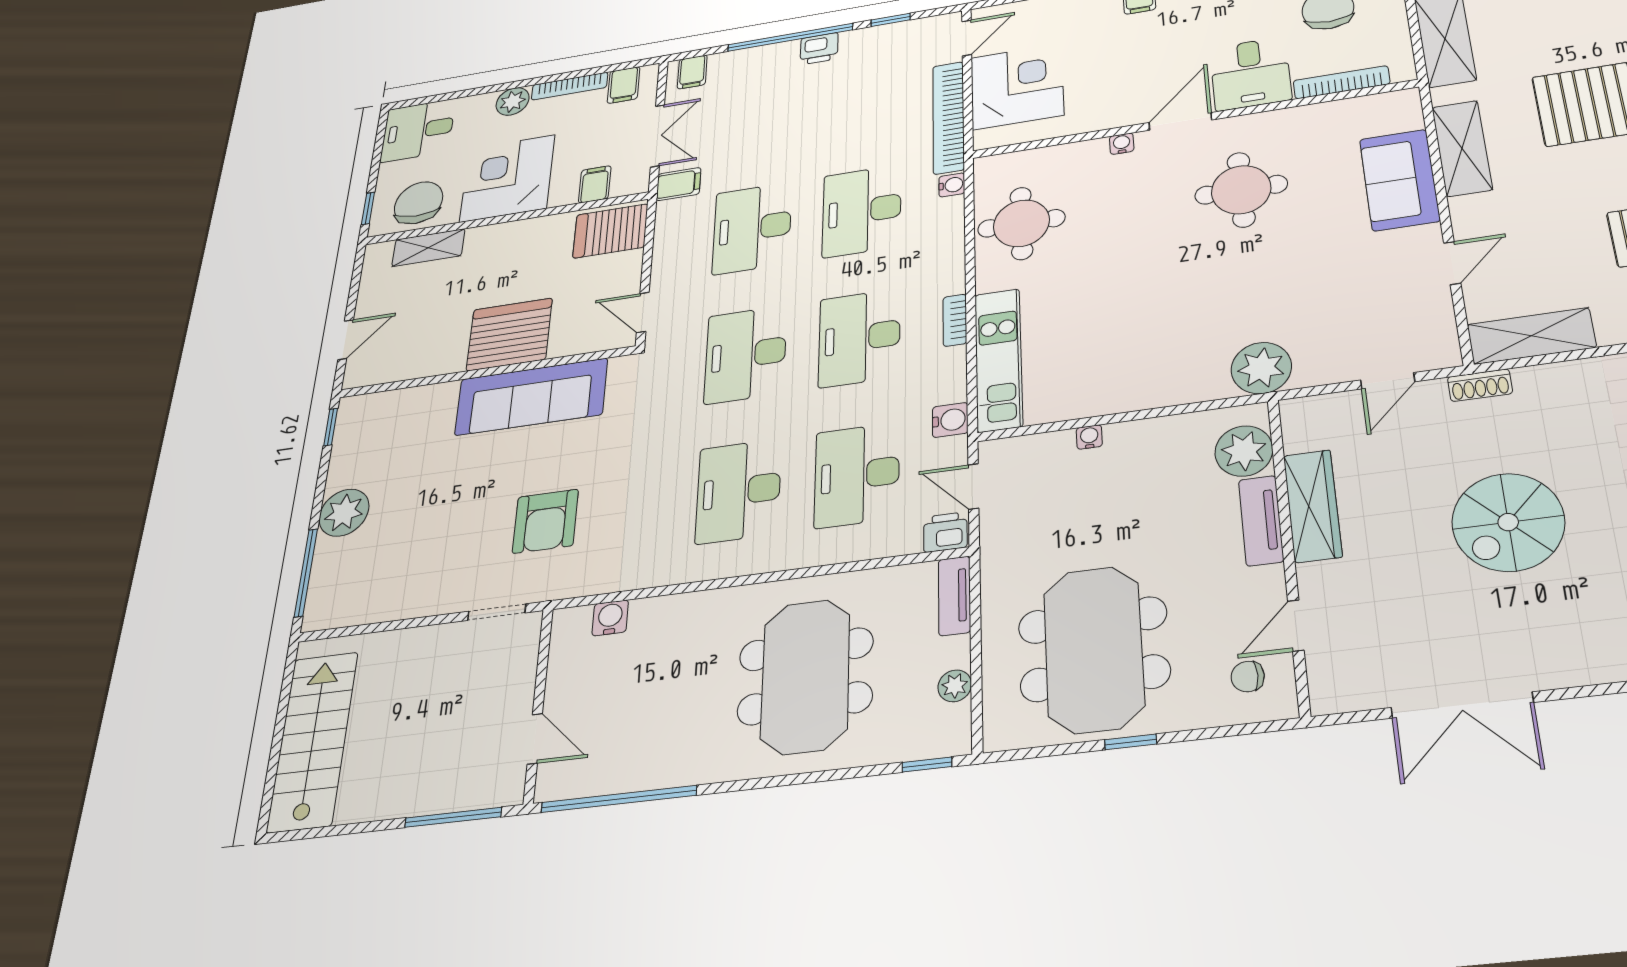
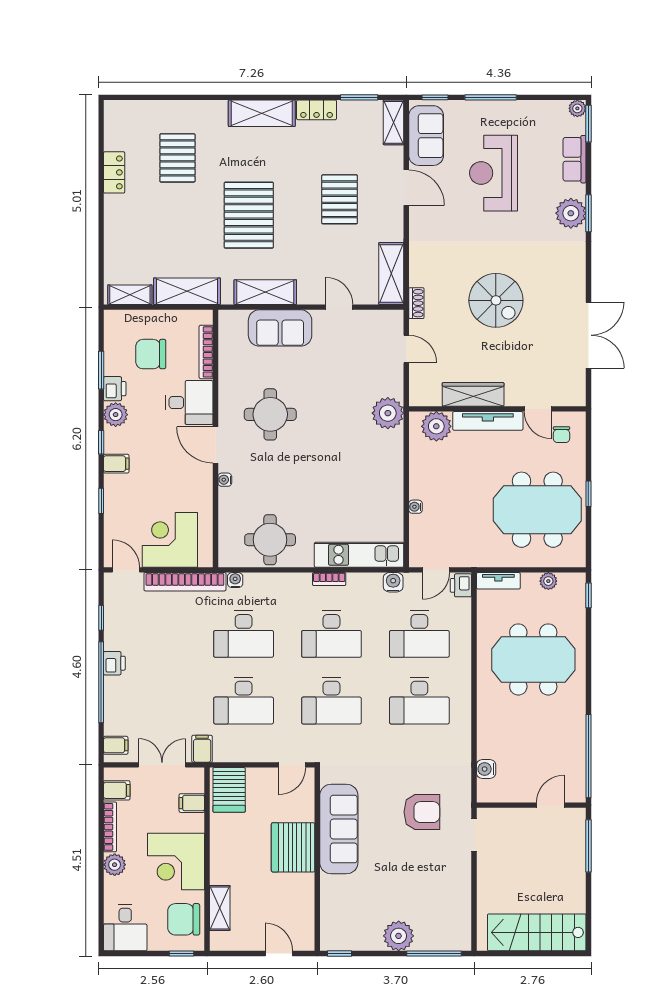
tv unit: (1261, 521) -> (488, 421), width x1.41

